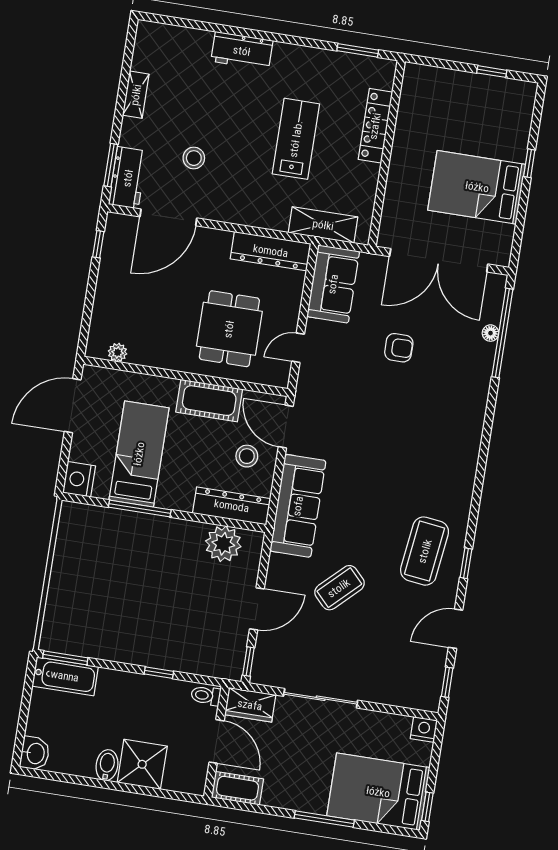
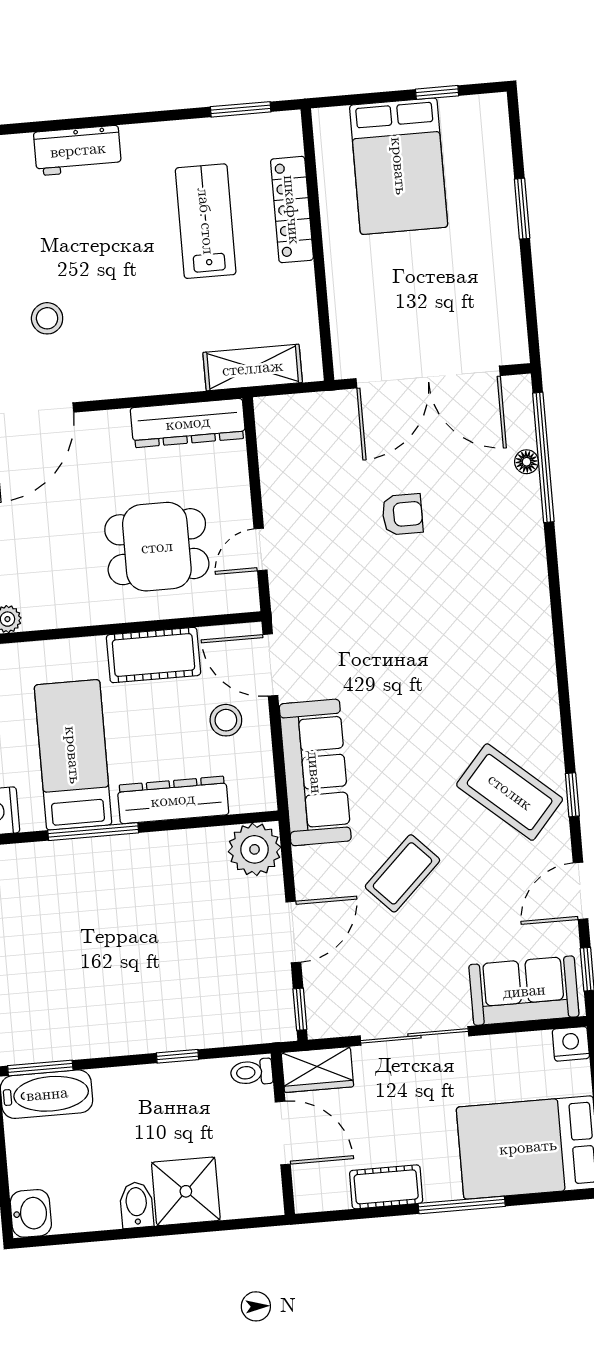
lab bench: (296, 139) -> (206, 221), moved
window: (529, 163) -> (522, 209), width x1.50
bed: (477, 187) -> (399, 166), moved, turned -90
sofa: (333, 284) -> (524, 991), moved, turned -90
dining table: (229, 329) -> (157, 547), turned 90
dresser: (232, 506) -> (173, 800), moved
plant: (223, 544) -> (255, 849), moved
coffee table: (425, 551) -> (510, 792), turned -56
cot: (237, 788) -> (386, 1187), moved

